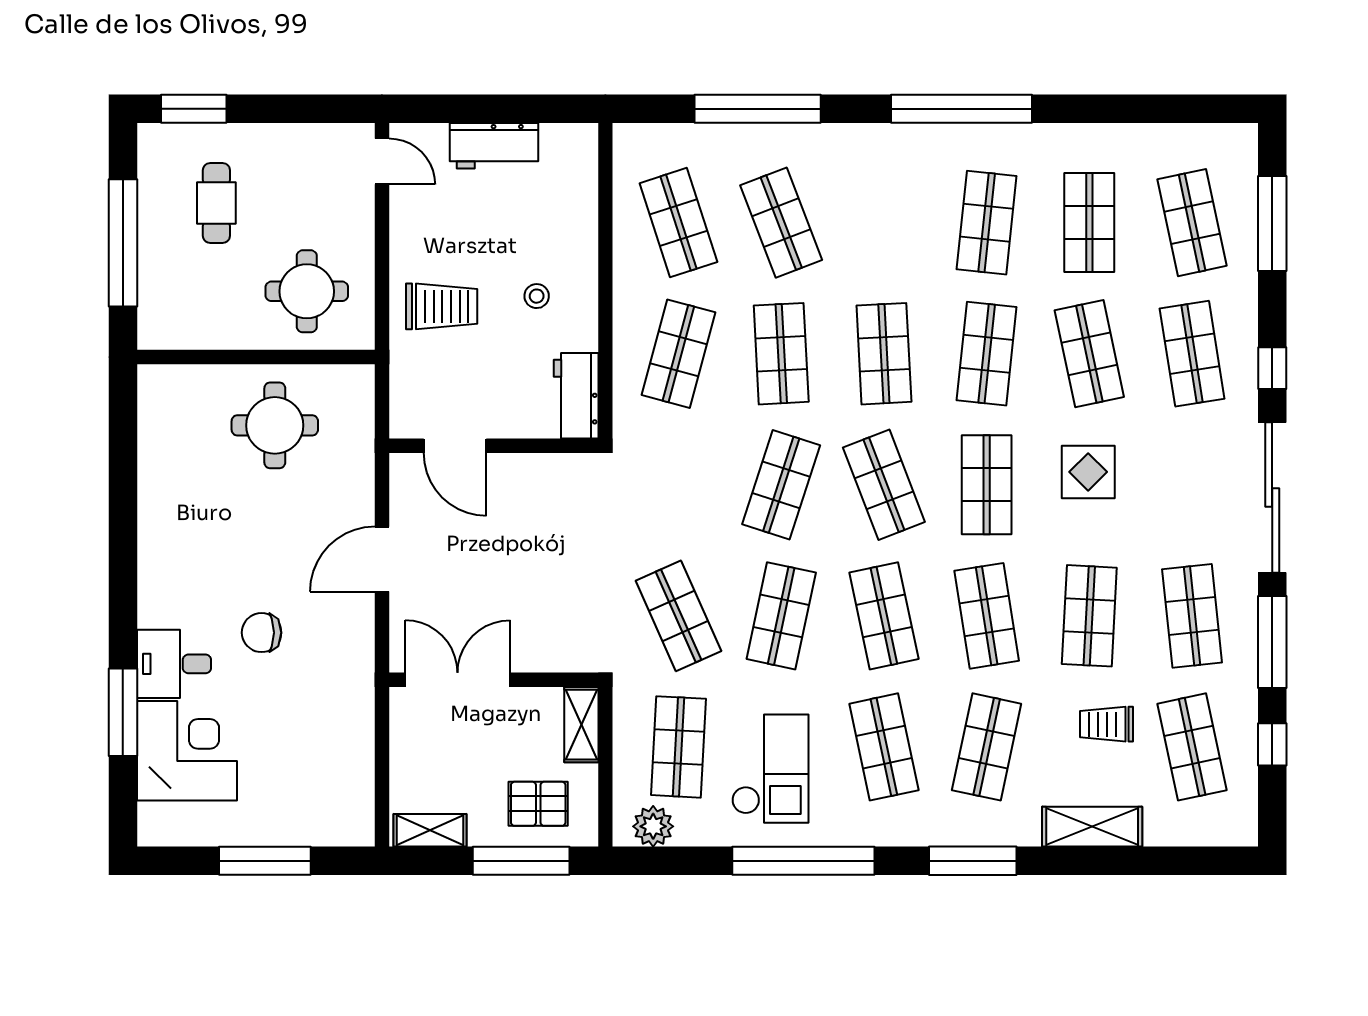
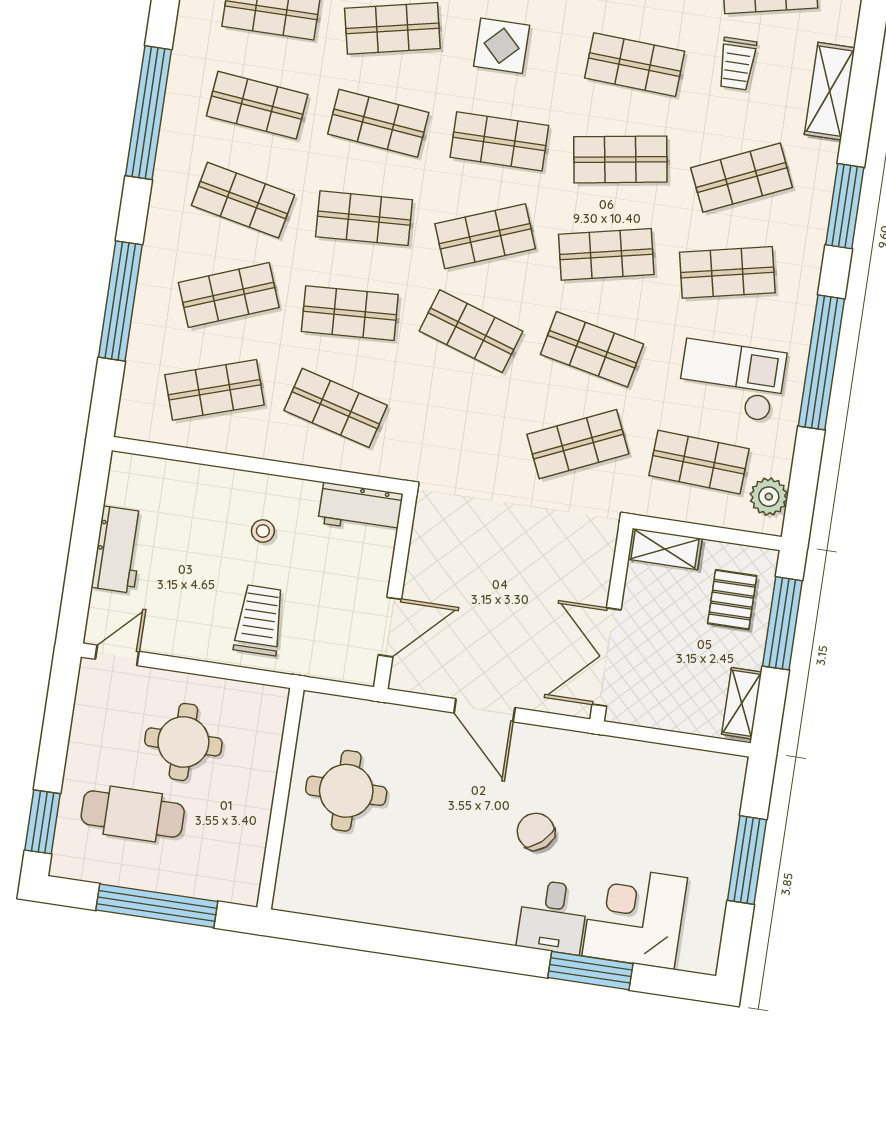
cafe table: (216, 203) -> (133, 814), width x1.37, depth x1.35
shop shelf: (884, 223) -> (243, 200), added
round table: (307, 291) -> (183, 742), moved
chair: (262, 633) -> (536, 832), turned 139
shop shelf: (987, 747) -> (742, 178), turned -36

